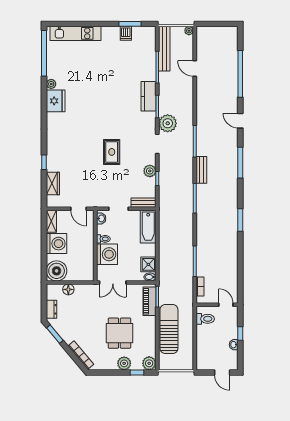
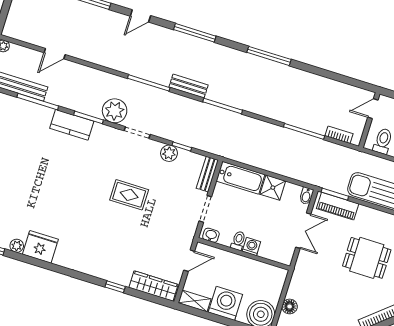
wardrobe: (53, 184) -> (154, 286), width x1.50
window: (240, 220) -> (269, 56), width x1.44
washing machine: (107, 254) -> (251, 247), width x0.53, depth x0.53
shower: (148, 264) -> (273, 188), moved
double door: (113, 282) -> (303, 231), moved

